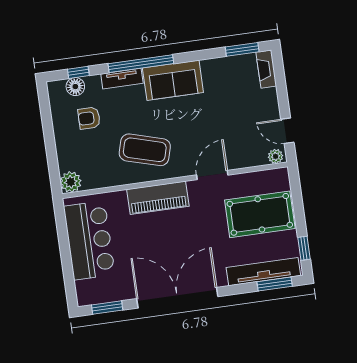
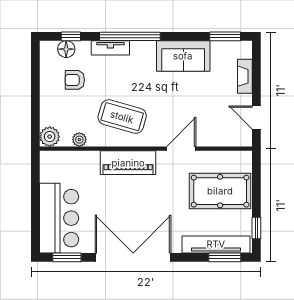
fireplace: (266, 69) -> (245, 76), moved
sofa: (173, 80) -> (183, 56), moved
plant: (276, 156) -> (79, 140), moved
bar counter: (89, 240) -> (59, 218), moved

